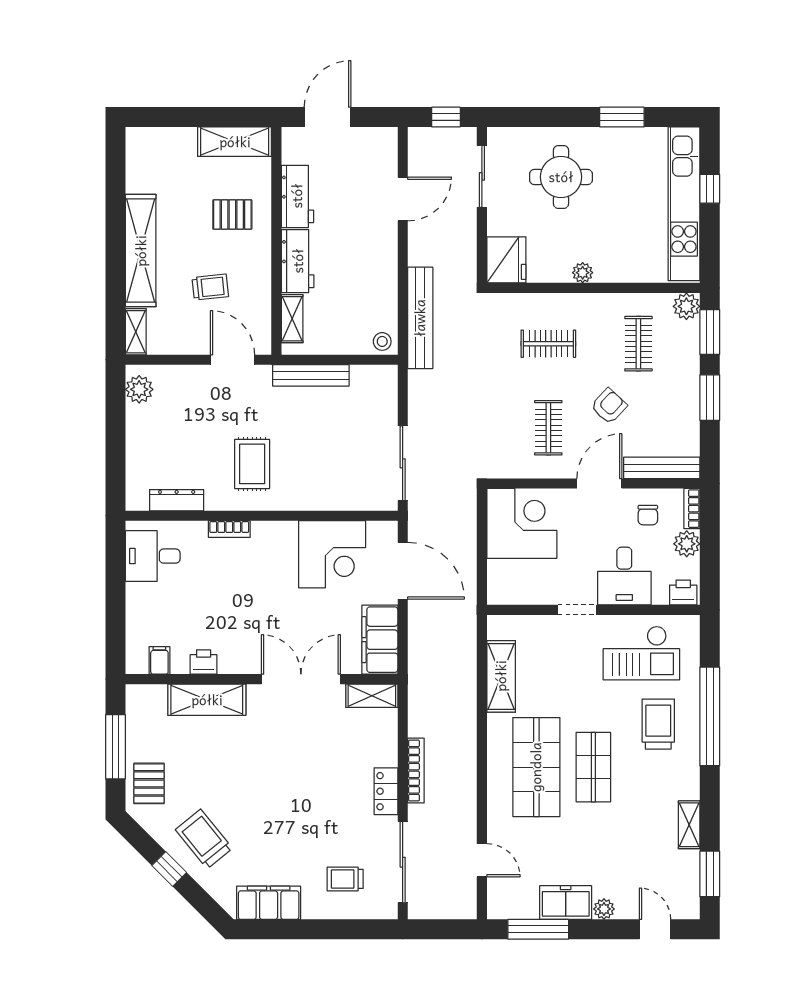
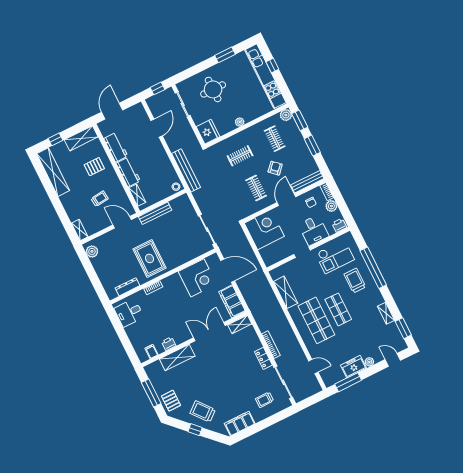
window: (180, 117) -> (56, 139), added
shelving: (141, 251) -> (53, 172), moved
rug: (252, 464) -> (149, 258), width x1.36, depth x1.43

